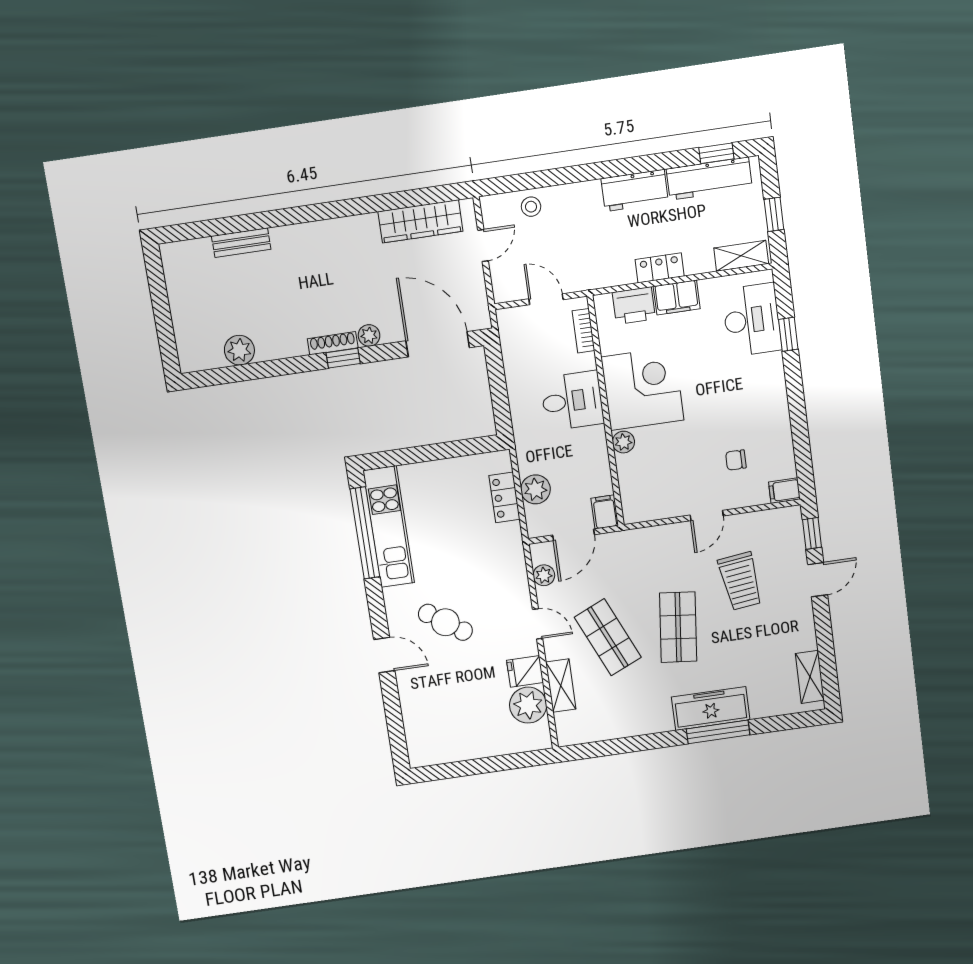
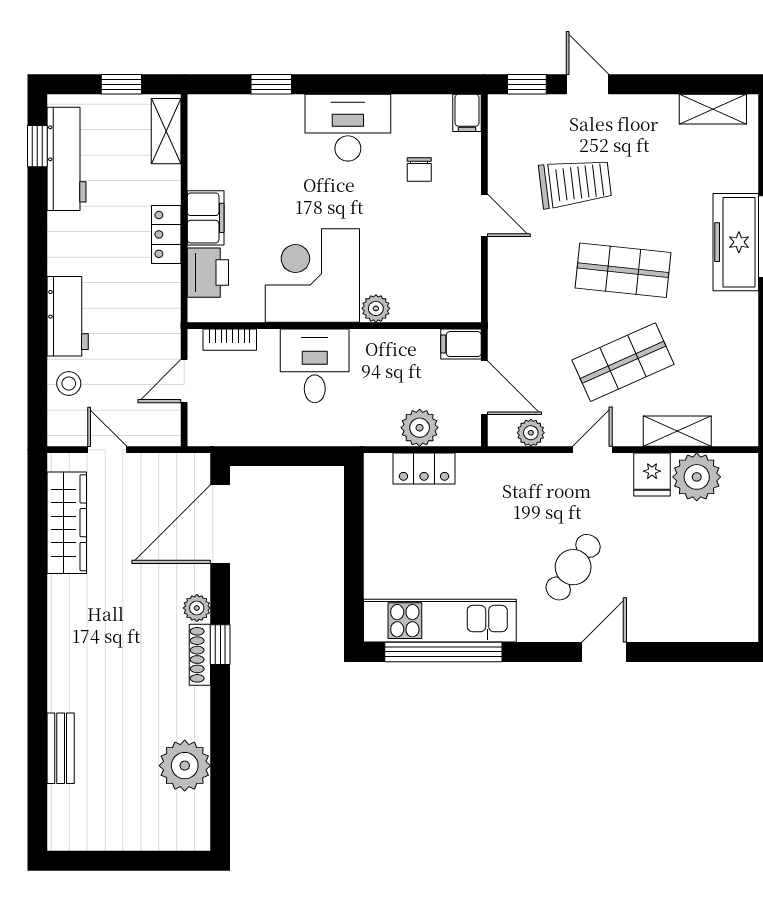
workbench: (635, 191) -> (68, 316), moved
desk: (752, 320) -> (348, 128), moved
plant: (239, 350) -> (185, 766), width x1.36, depth x1.36

